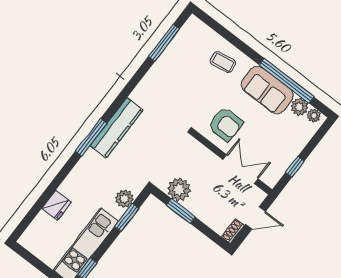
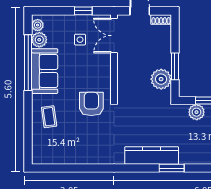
window: (164, 43) -> (67, 168), removed
armchair: (225, 124) -> (91, 104), moved
window: (91, 137) -> (172, 168), width x0.69
side table: (271, 144) -> (80, 40), added
double door: (240, 169) -> (114, 36), moved

